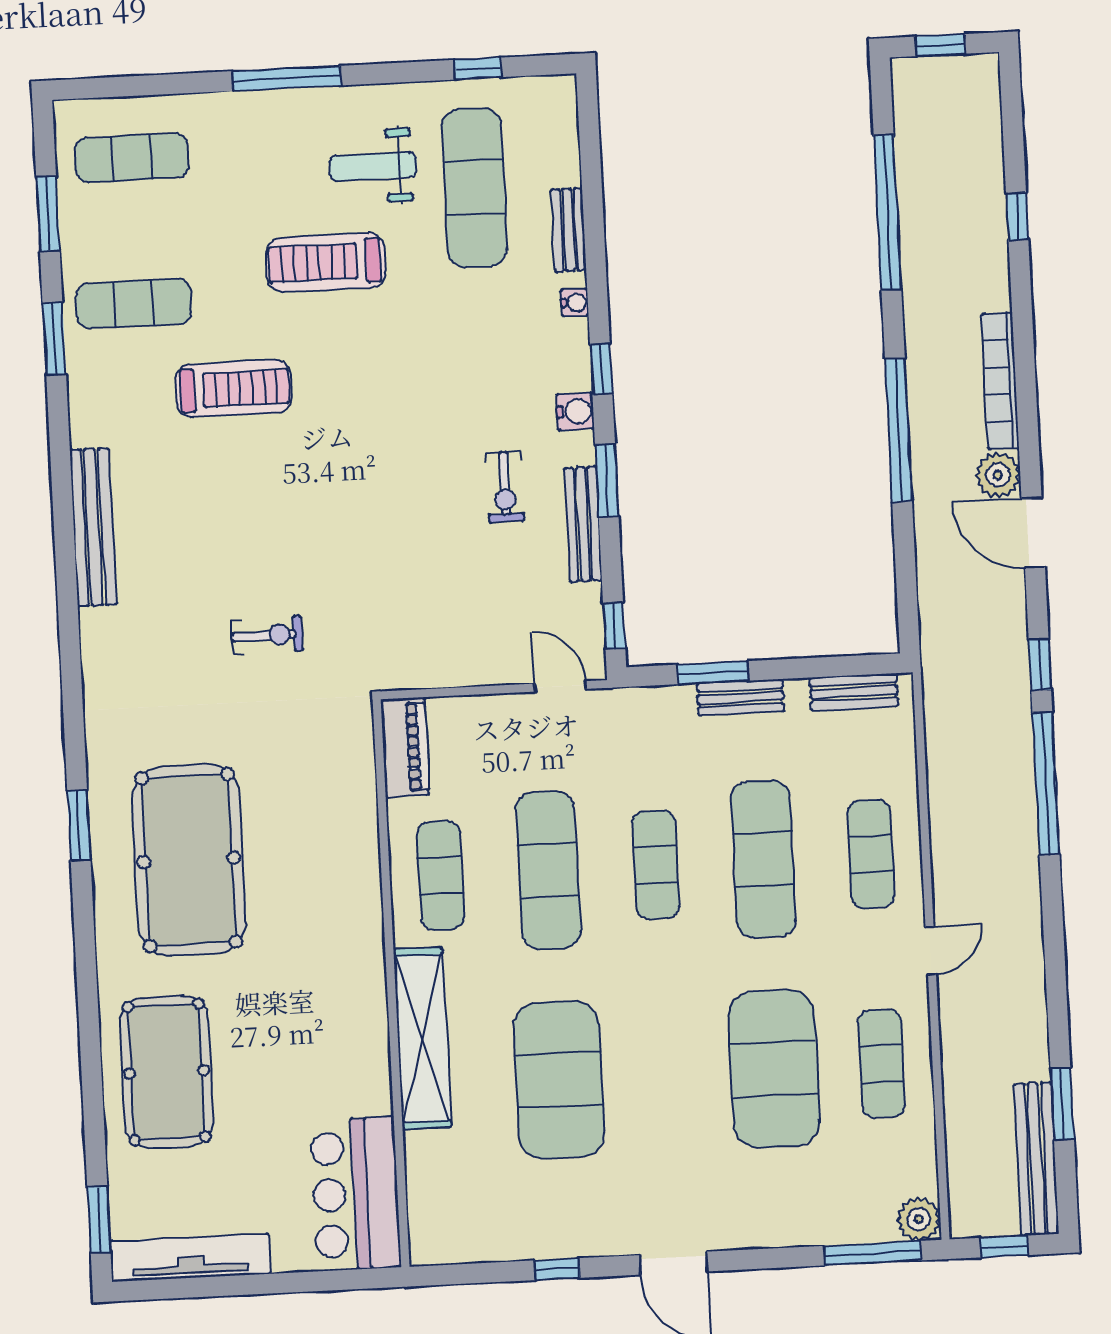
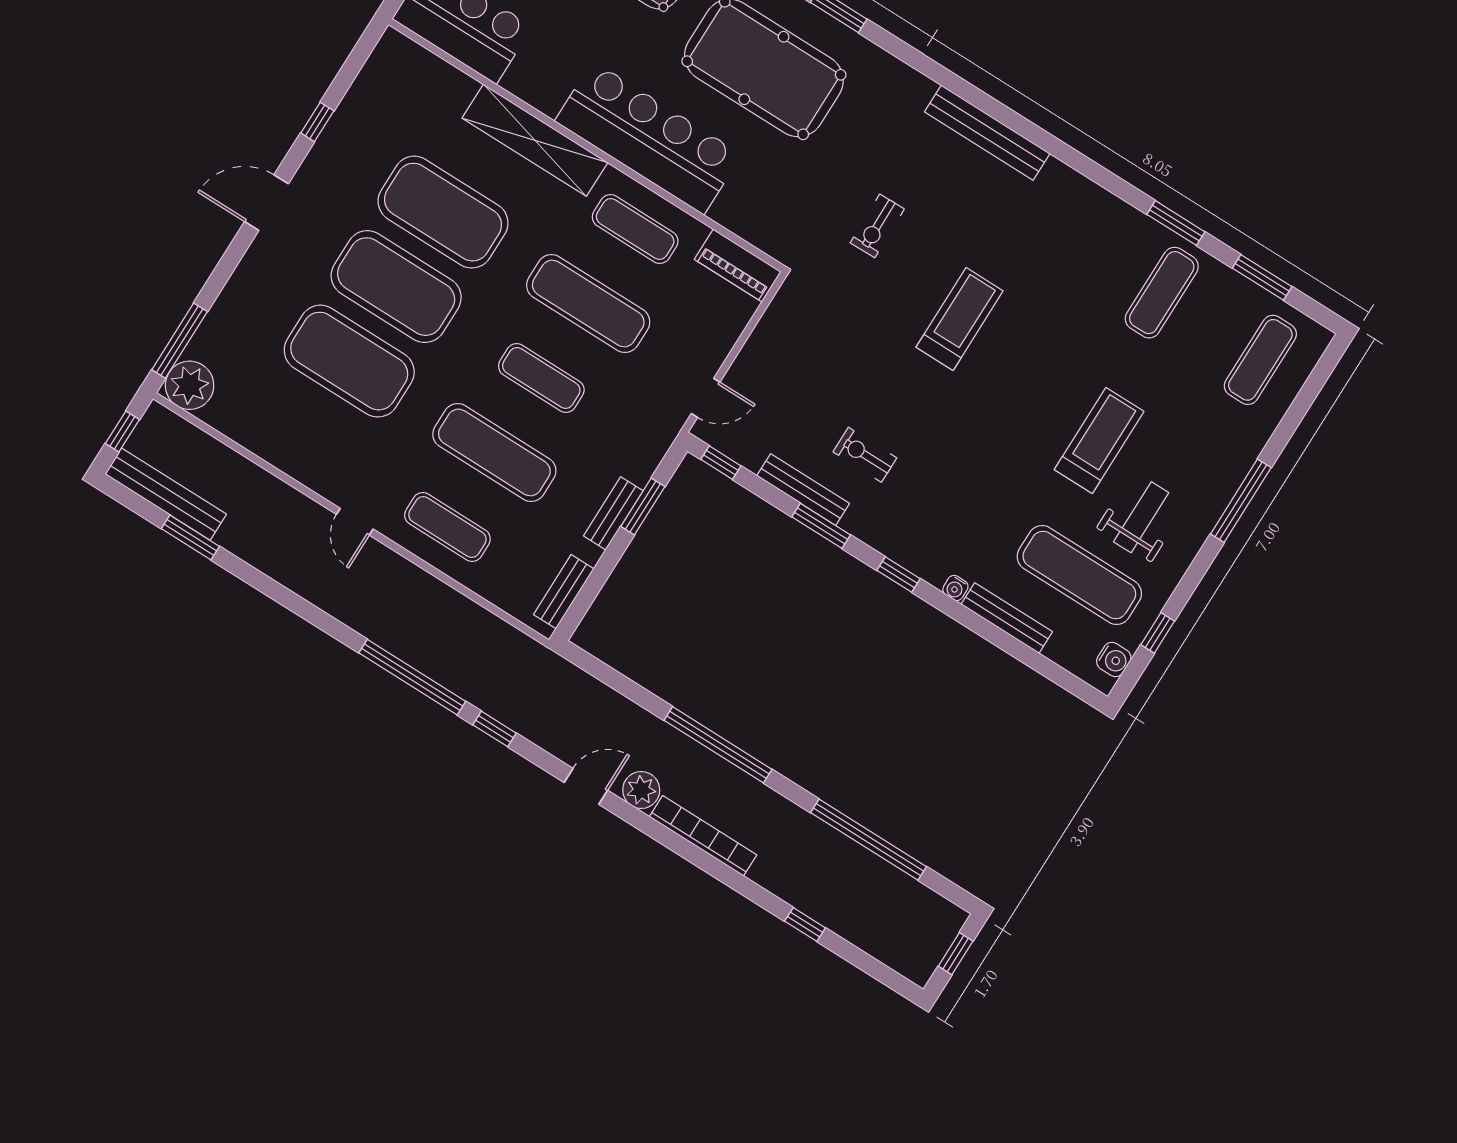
bench: (569, 230) -> (1007, 618), width x1.36
treadmill: (234, 389) -> (960, 319), moved, turned 180
water cooler: (575, 411) -> (1114, 659), moved, turned -90
bench: (93, 527) -> (987, 133), moved
door: (1033, 533) -> (586, 786), width x0.73
bar counter: (340, 927) -> (648, 138), added
exercise mat: (881, 1063) -> (396, 287), moved, width x2.00, depth x1.45
plant: (919, 1219) -> (190, 385), width x1.36, depth x1.36

